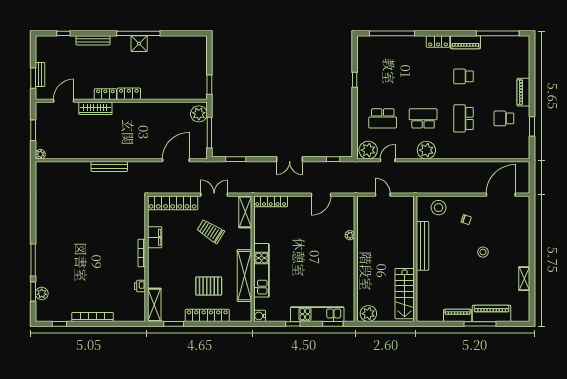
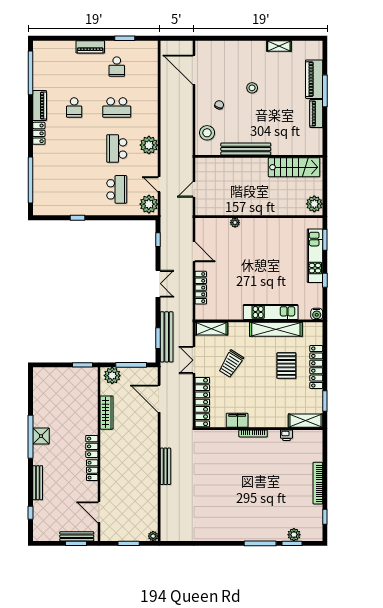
bench: (40, 74) -> (77, 536), width x1.36
wardrobe: (95, 108) -> (107, 413), moved
bench: (237, 168) -> (167, 337), added
locker: (271, 201) -> (201, 288), moved

